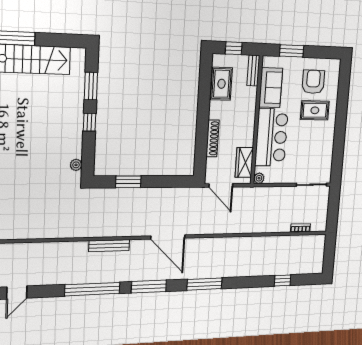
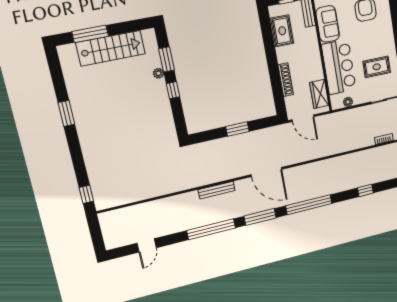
rug: (315, 110) -> (377, 67), moved
plant: (76, 165) -> (158, 73), moved
plant: (259, 178) -> (348, 102), moved
window: (128, 182) -> (237, 129), moved
window: (282, 280) -> (365, 190), moved
window: (205, 284) -> (309, 205), width x1.46

